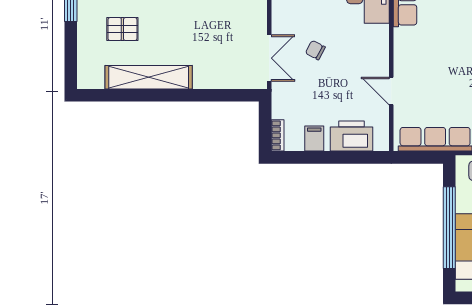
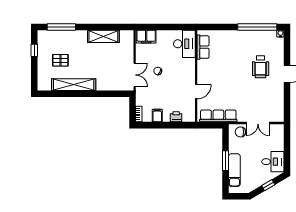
door: (391, 91) -> (196, 92), swing flipped
printer: (351, 136) -> (176, 117), width x0.53, depth x0.68
window: (449, 228) -> (225, 161), width x0.47

